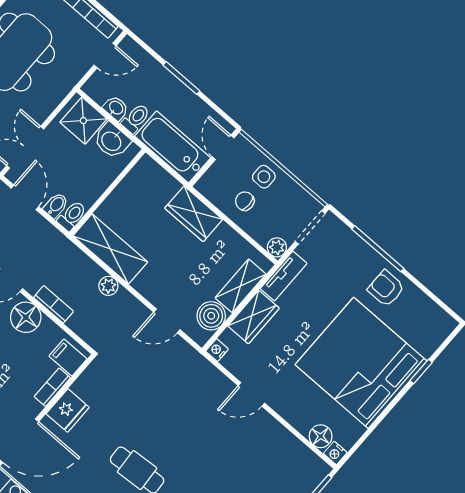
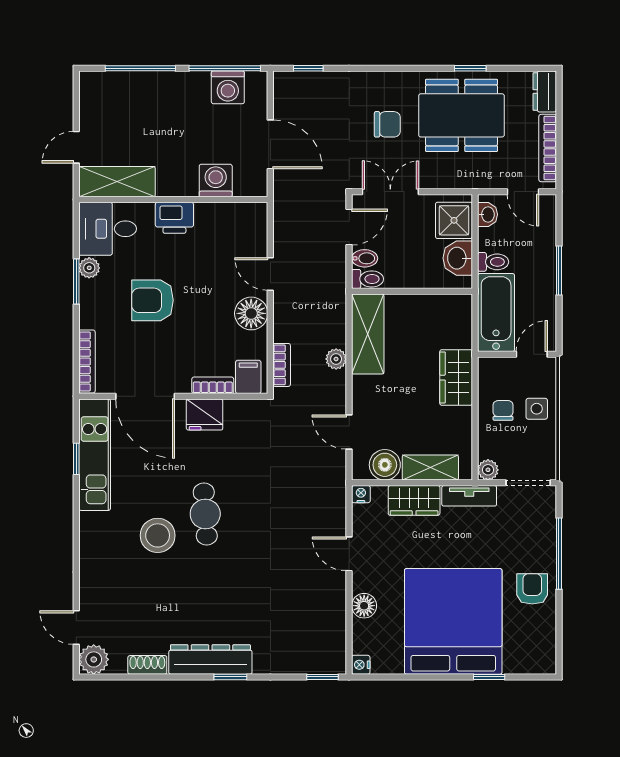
washbasin: (116, 108) -> (487, 214), moved
bookcase: (53, 304) -> (282, 365), moved
floor lamp: (321, 436) -> (364, 606), moved

